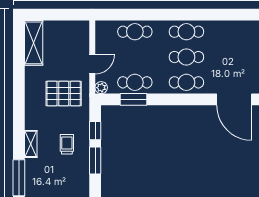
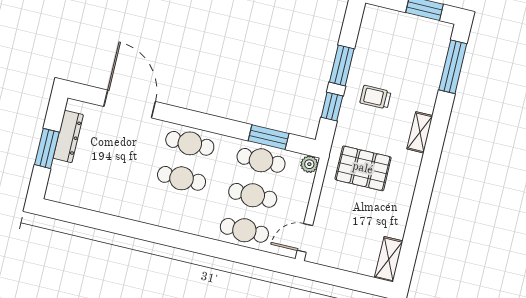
cafe table: (186, 32) -> (253, 195), moved
shelving: (34, 43) -> (389, 259), width x0.67, depth x0.75
door: (92, 64) -> (305, 238), moved
shelving: (31, 144) -> (420, 132), moved
trolley: (67, 144) -> (375, 97), turned 90

